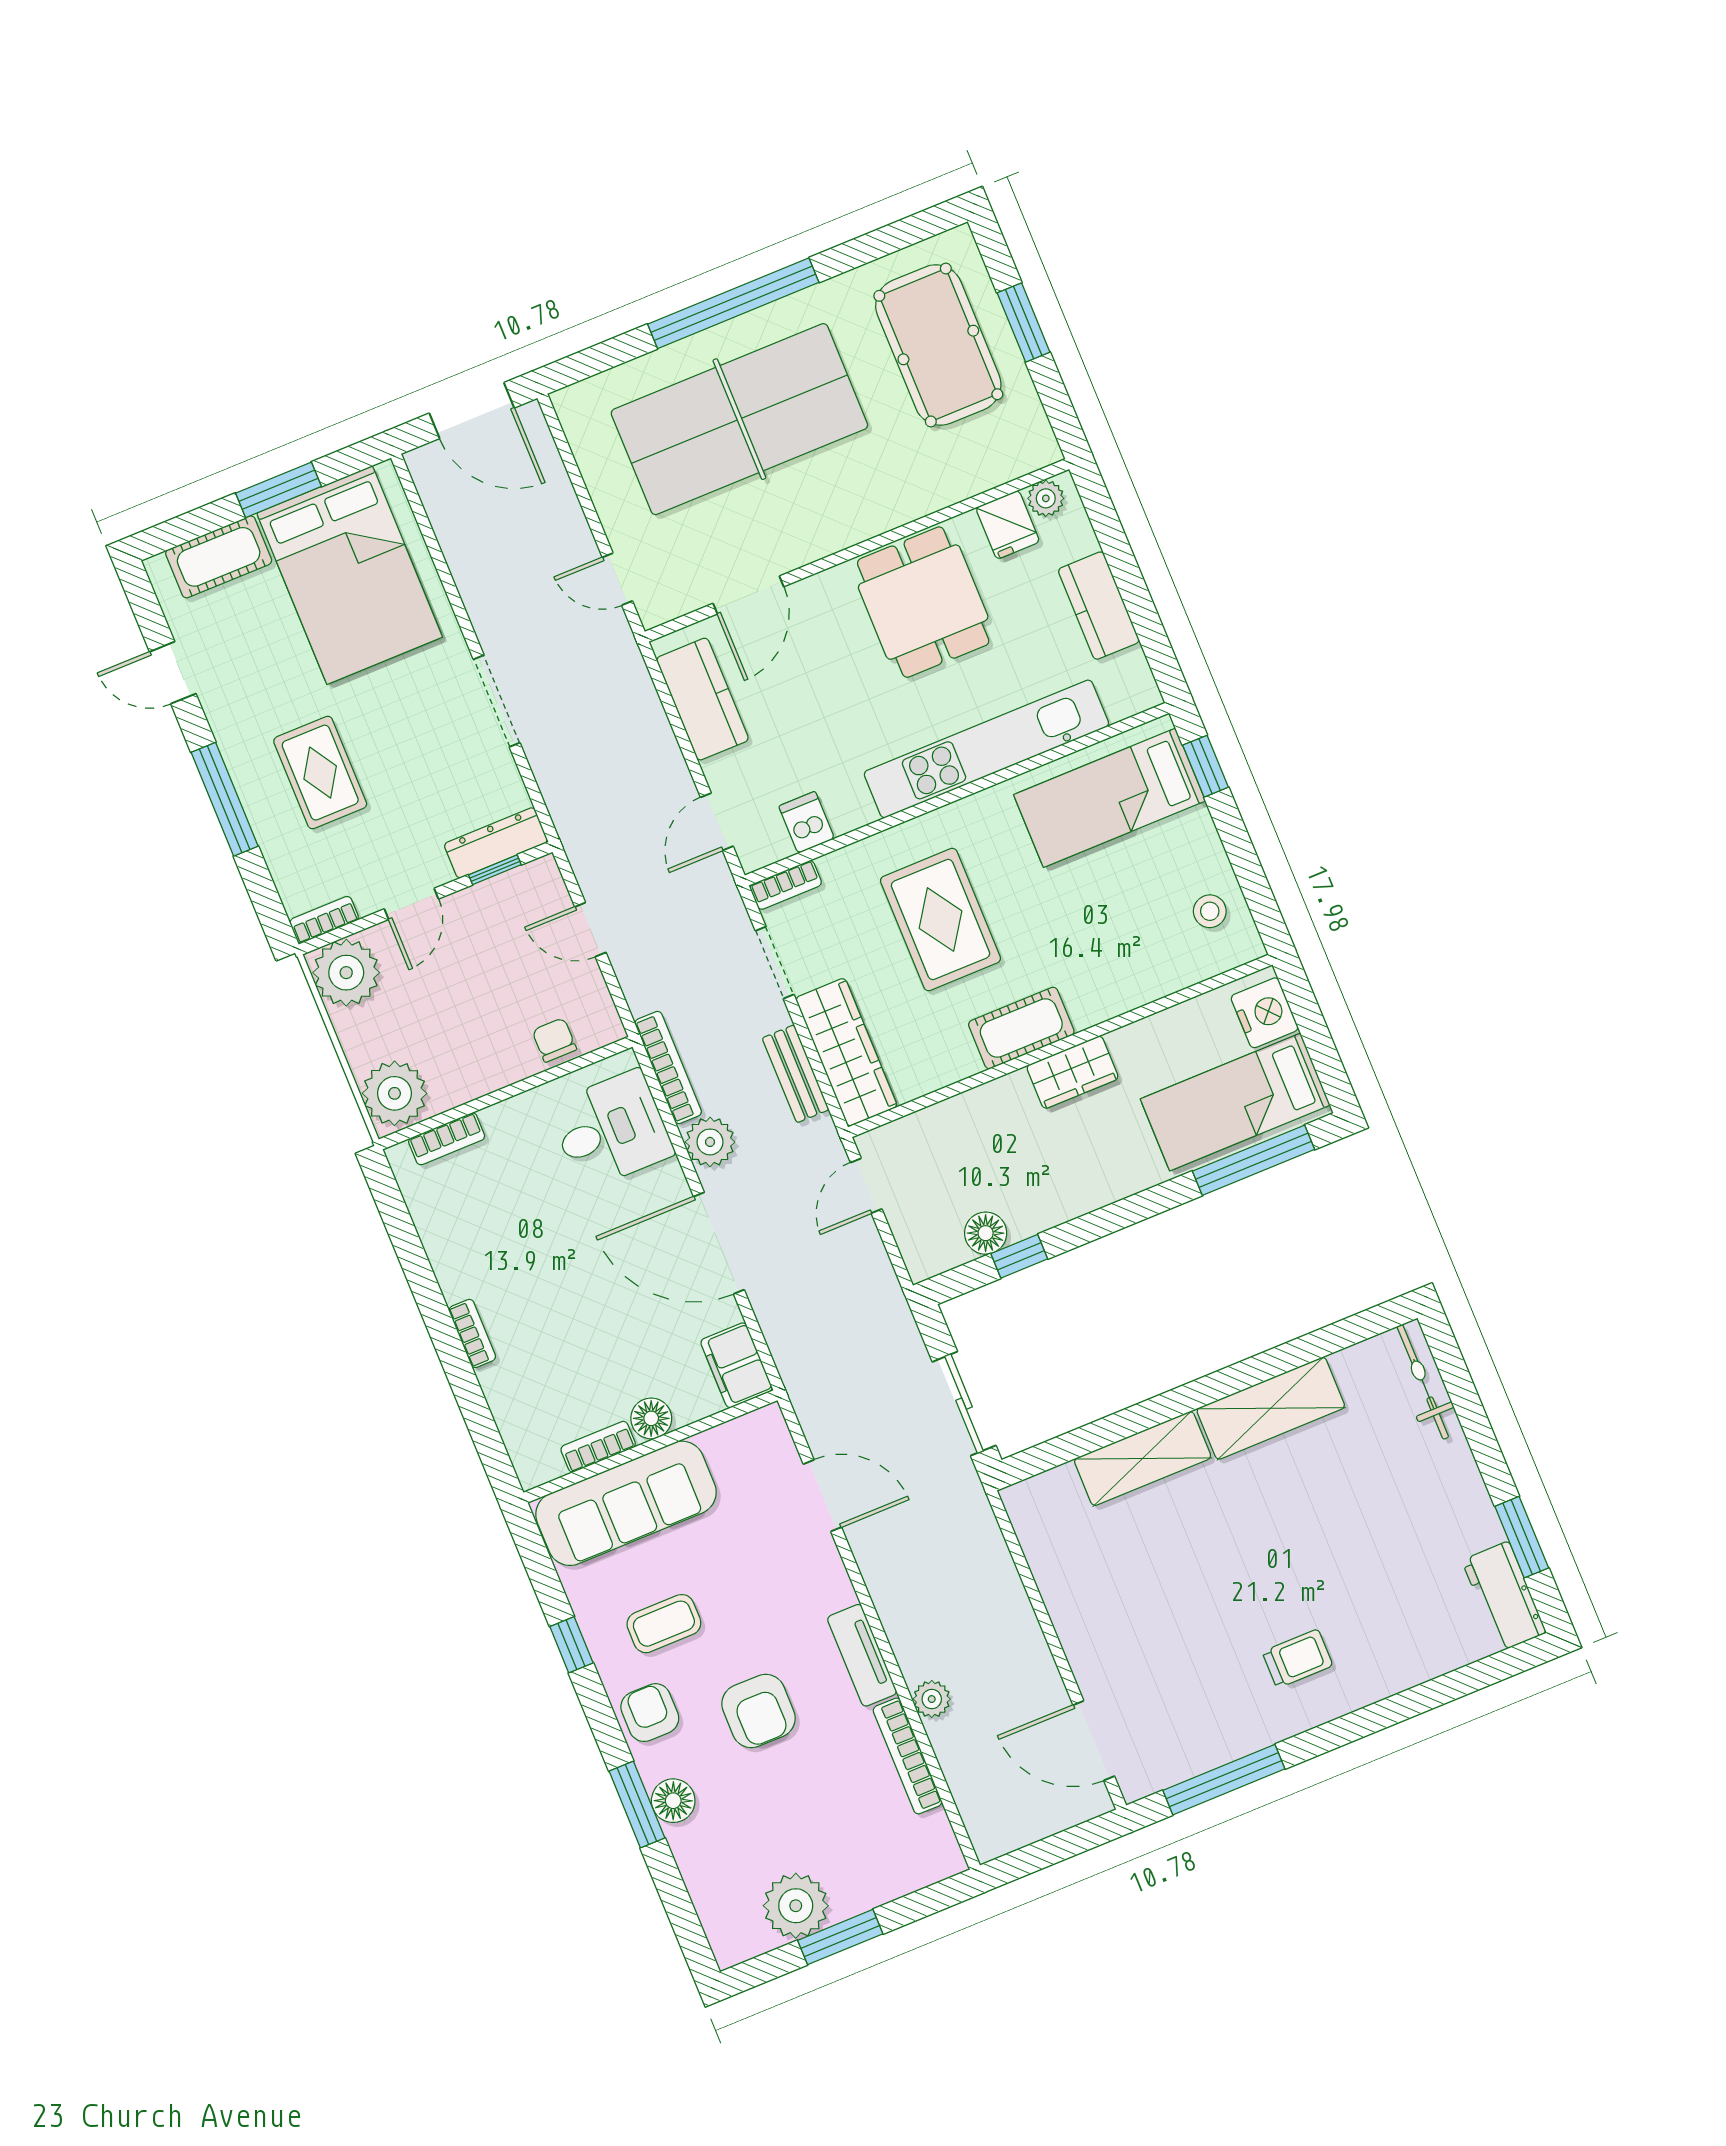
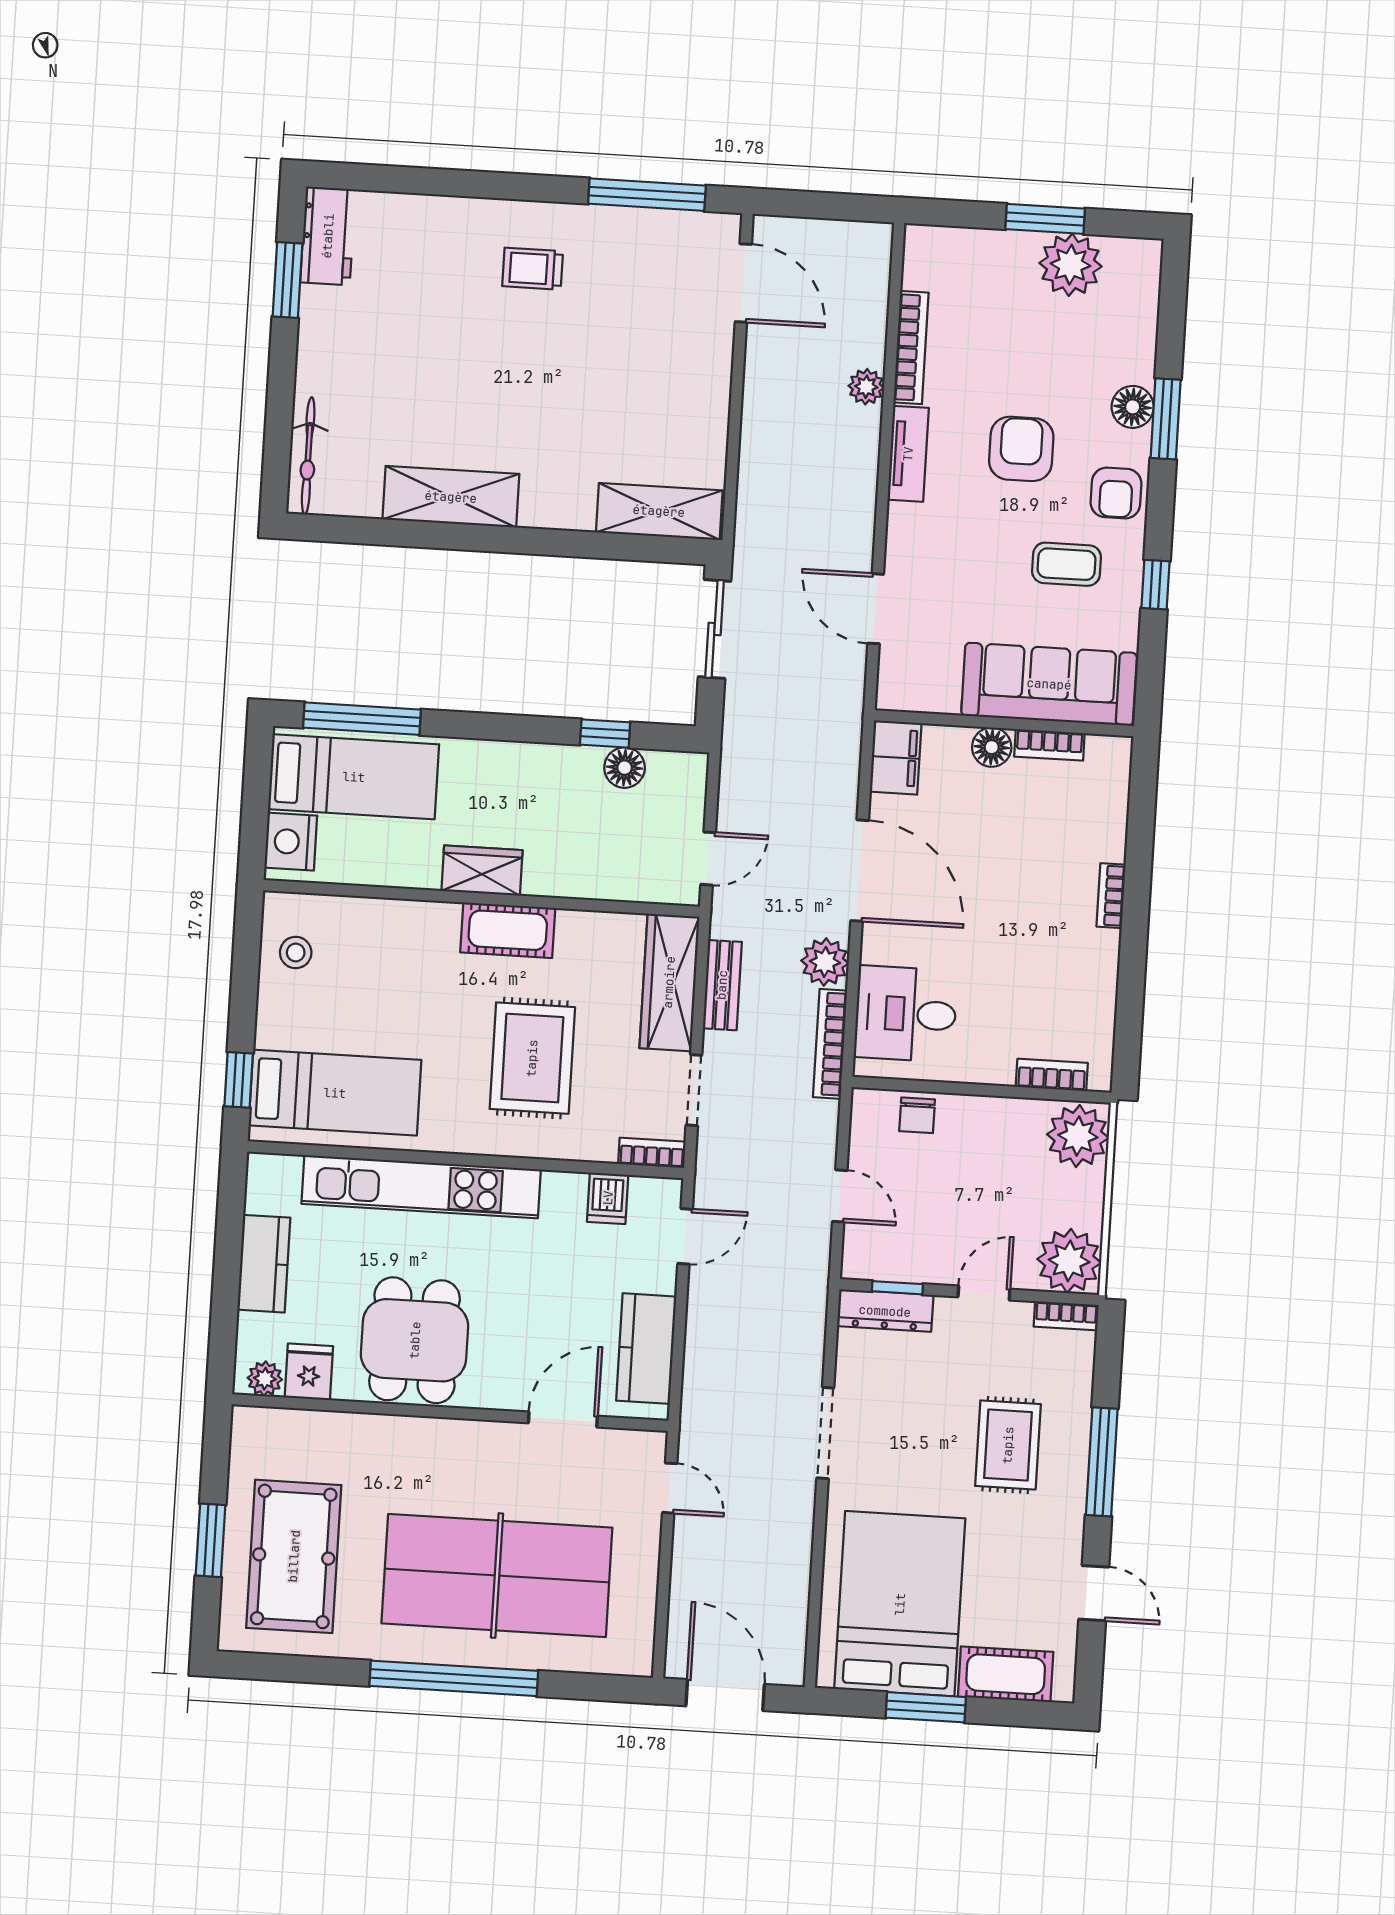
shelving: (1143, 1459) -> (659, 511), moved

